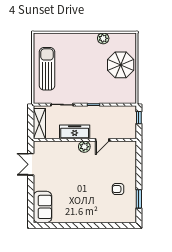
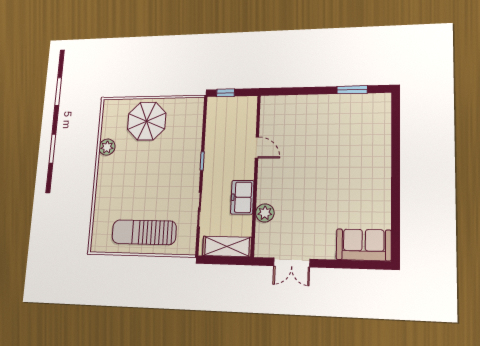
freezer: (75, 132) -> (242, 197), width x0.71
plant: (84, 147) -> (265, 213), moved
armchair: (118, 189) -> (336, 122), removed

